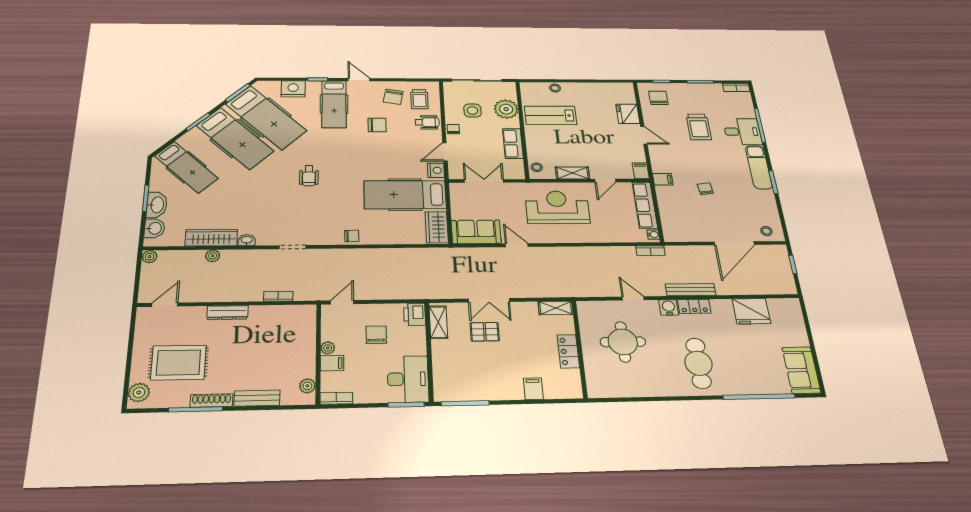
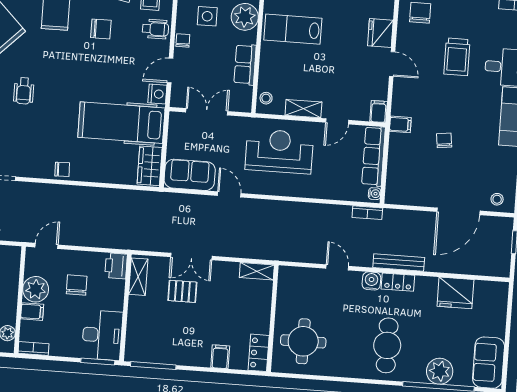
round table: (623, 342) -> (303, 341), moved
plant: (328, 348) -> (36, 289), width x1.88, depth x1.88
locker: (568, 351) -> (259, 353), moved
plant: (756, 382) -> (440, 371), added

